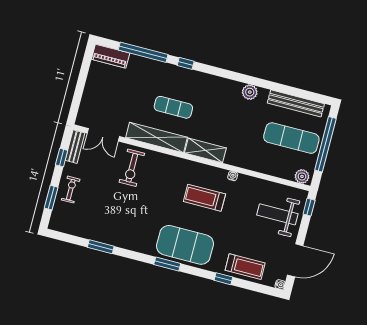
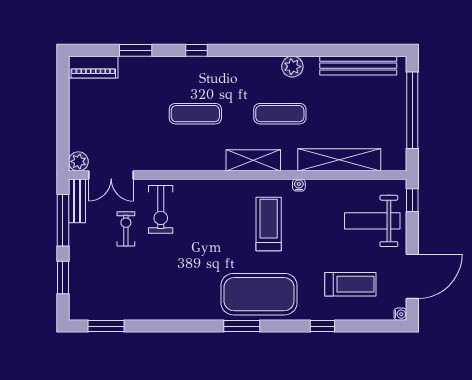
window: (143, 52) -> (136, 50), width x0.47
shelving: (157, 137) -> (339, 160), moved
exercise mat: (291, 138) -> (280, 114), moved, width x0.73, depth x0.69
window: (62, 158) -> (63, 220), width x2.17
plant: (302, 176) -> (78, 161), moved
exercise bike: (71, 190) -> (126, 229), moved
treadmill: (204, 198) -> (269, 224), turned 90
window: (101, 247) -> (106, 326), moved
treadmill: (245, 267) -> (350, 284), moved

